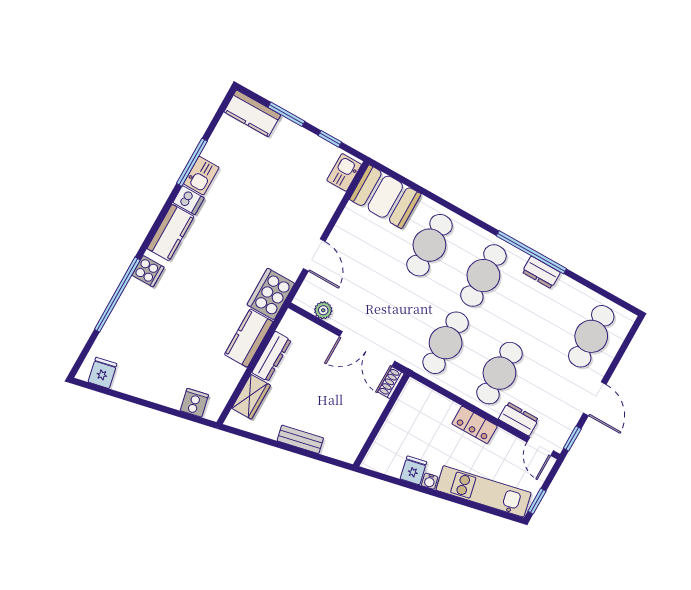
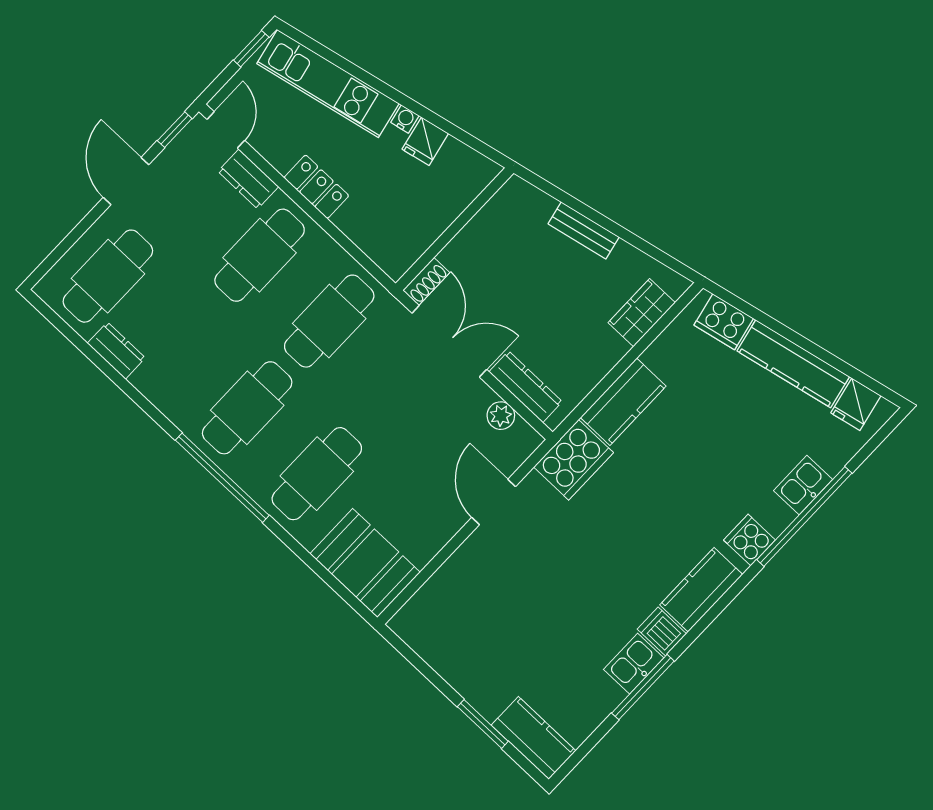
window: (330, 139) -> (427, 671), removed
kitchen sink: (344, 172) -> (803, 485), moved, turned 180
window: (531, 252) -> (222, 478), moved
dresser: (541, 272) -> (116, 351), moved
dresser: (272, 356) -> (526, 387), moved, turned 90
kitchen counter: (148, 388) -> (793, 364), added
cooker: (194, 403) -> (724, 322), width x1.36

